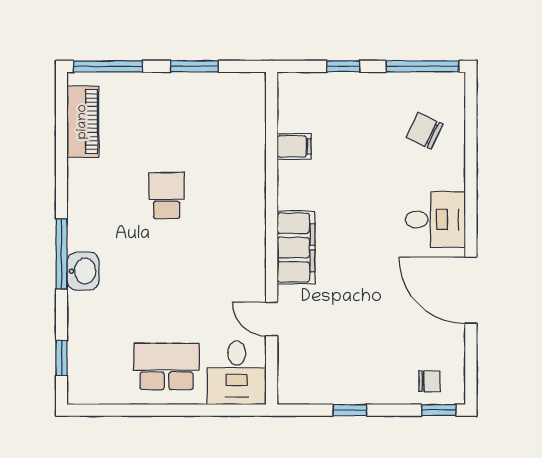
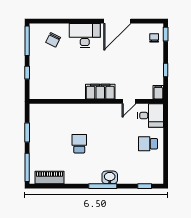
filing cabinet: (294, 146) -> (158, 92), moved
school desk: (167, 196) -> (79, 144), turned 90
desk: (435, 220) -> (85, 35), width x1.37
school desk: (167, 366) -> (148, 144), width x0.54

